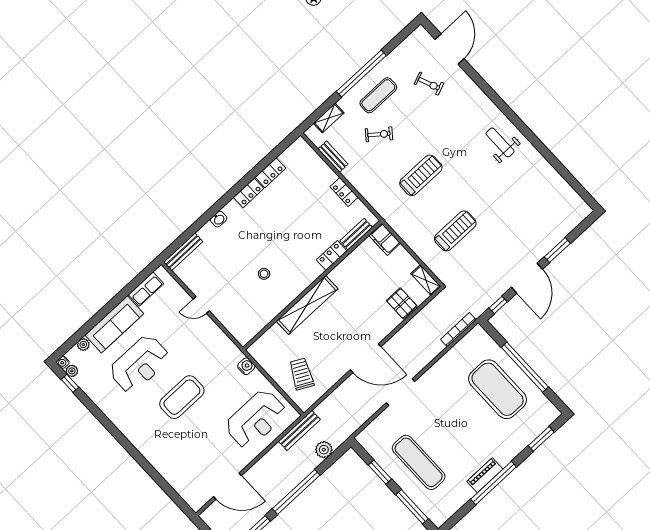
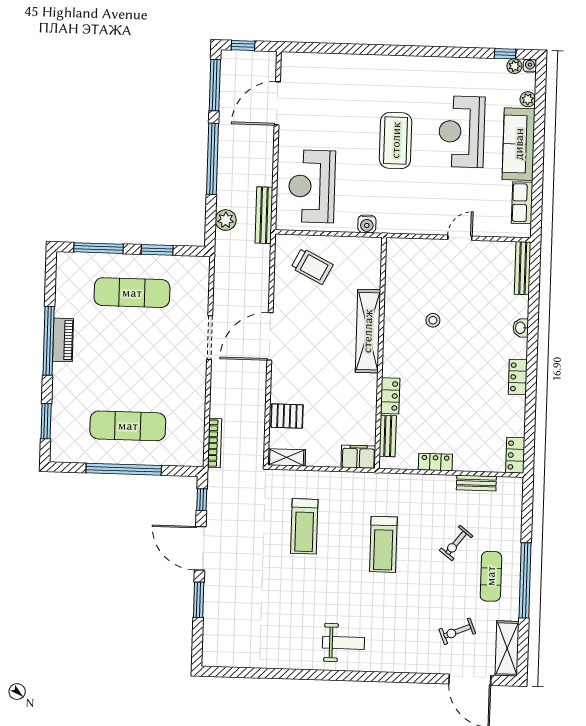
shelving: (329, 118) -> (507, 649), moved, width x1.50, depth x1.33
locker: (270, 173) -> (515, 455), moved
exercise mat: (498, 389) -> (128, 426), width x0.68

